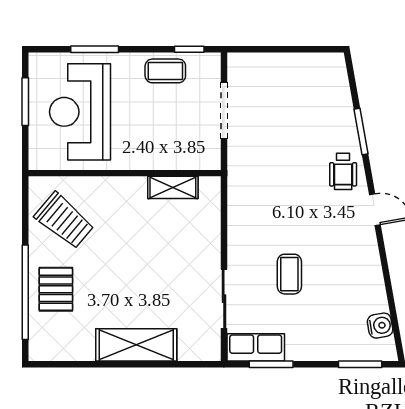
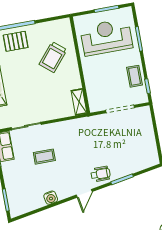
wheelchair: (343, 171) -> (100, 174), turned 180
shelving: (173, 187) -> (79, 102), moved
trolley: (64, 220) -> (53, 57), moved
water cooler: (380, 326) -> (51, 198), moved

